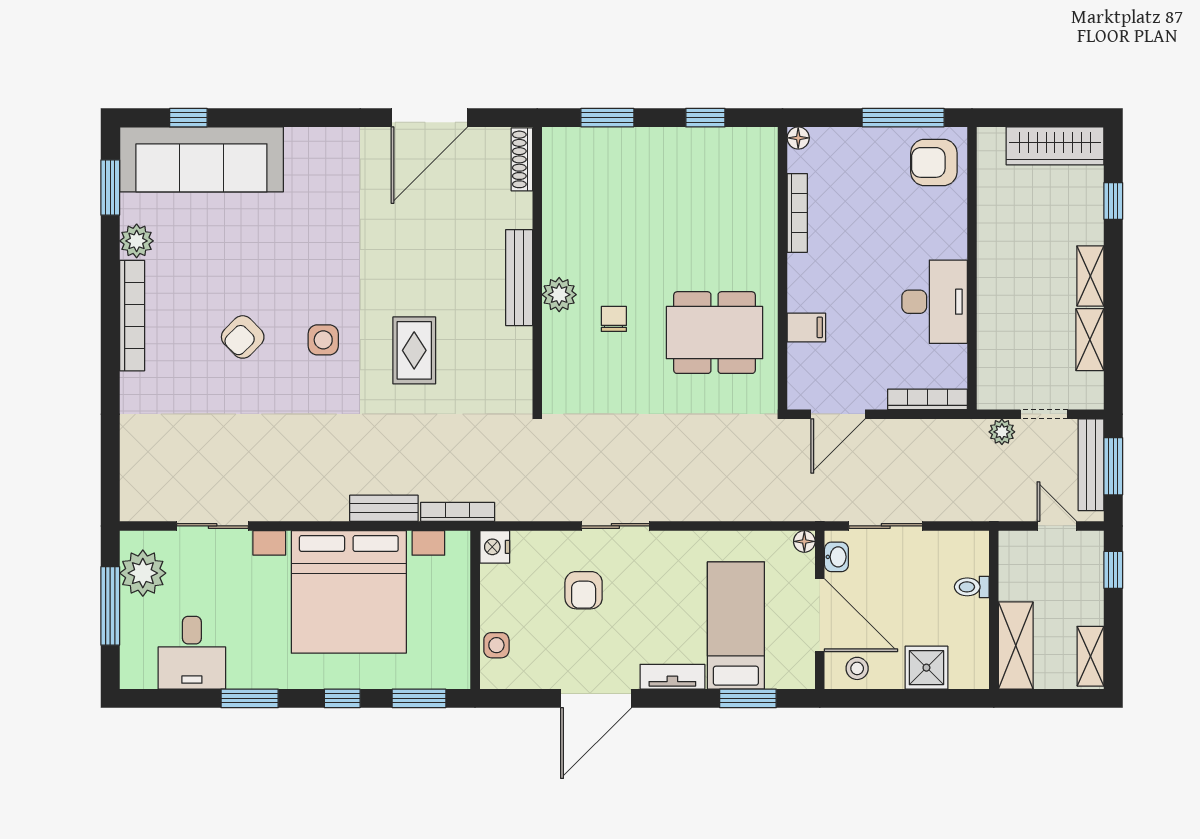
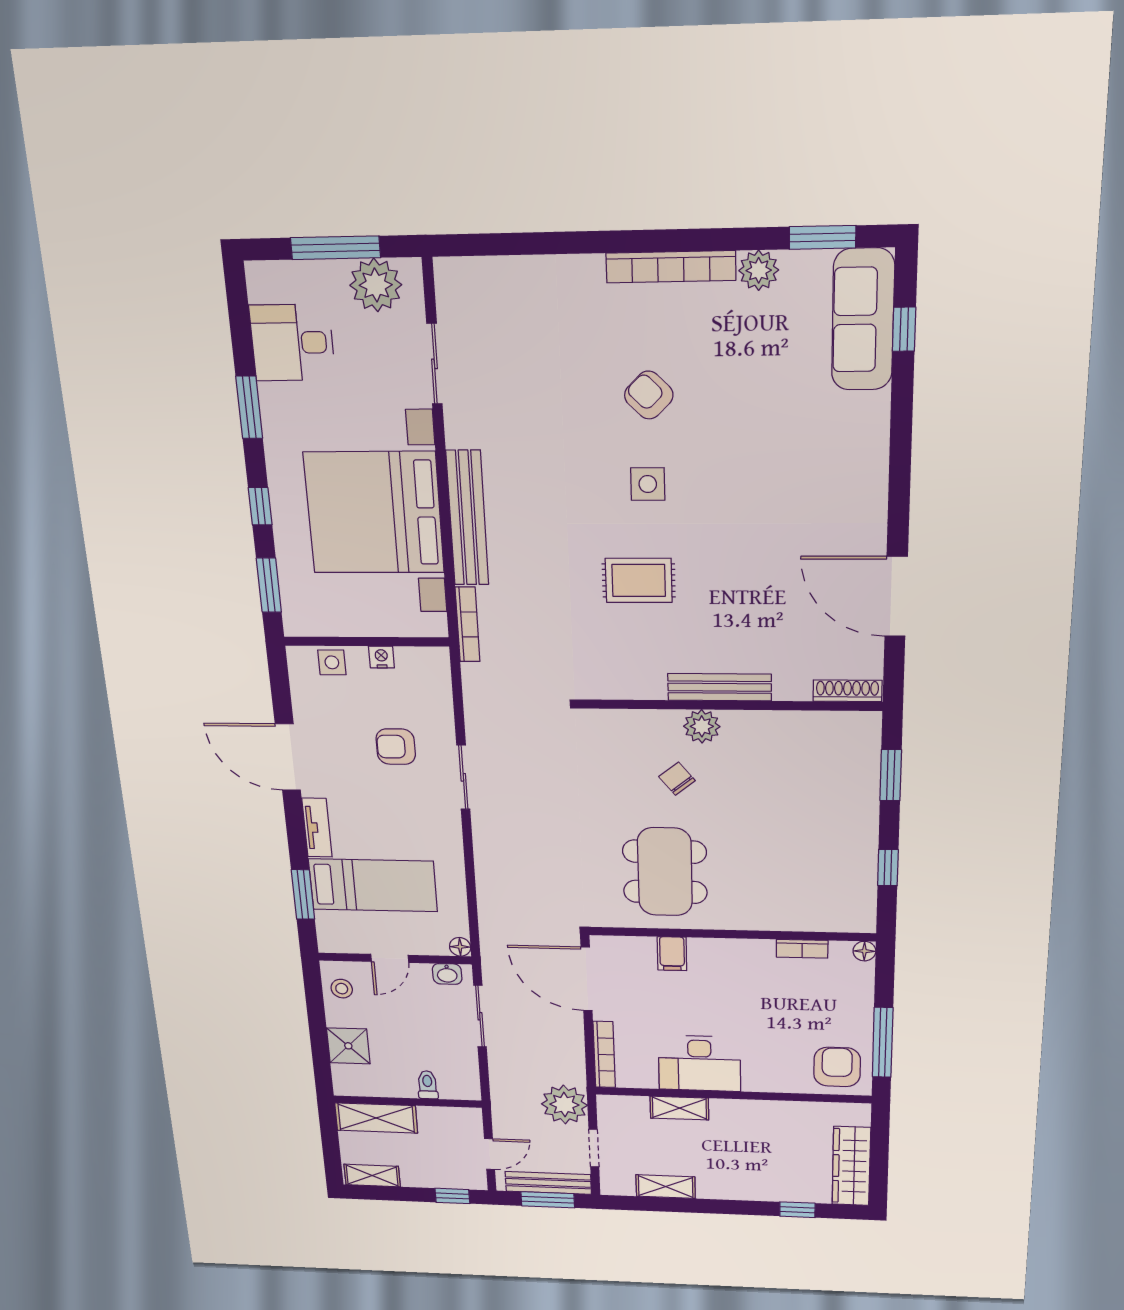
sofa: (201, 159) -> (863, 320), width x0.74, depth x0.79
bookcase: (797, 213) -> (802, 949), width x0.64
shelving: (1090, 276) -> (679, 1108), moved
chair: (614, 319) -> (677, 779), turned -129
door: (838, 414) -> (587, 979), width x1.36
plant: (1002, 432) -> (564, 1105), width x1.88, depth x1.88
bench: (384, 508) -> (467, 518), width x1.86, depth x1.21
nightstand: (495, 547) -> (381, 657), moved, width x0.72, depth x0.74
door: (820, 615) -> (390, 958), width x0.53

